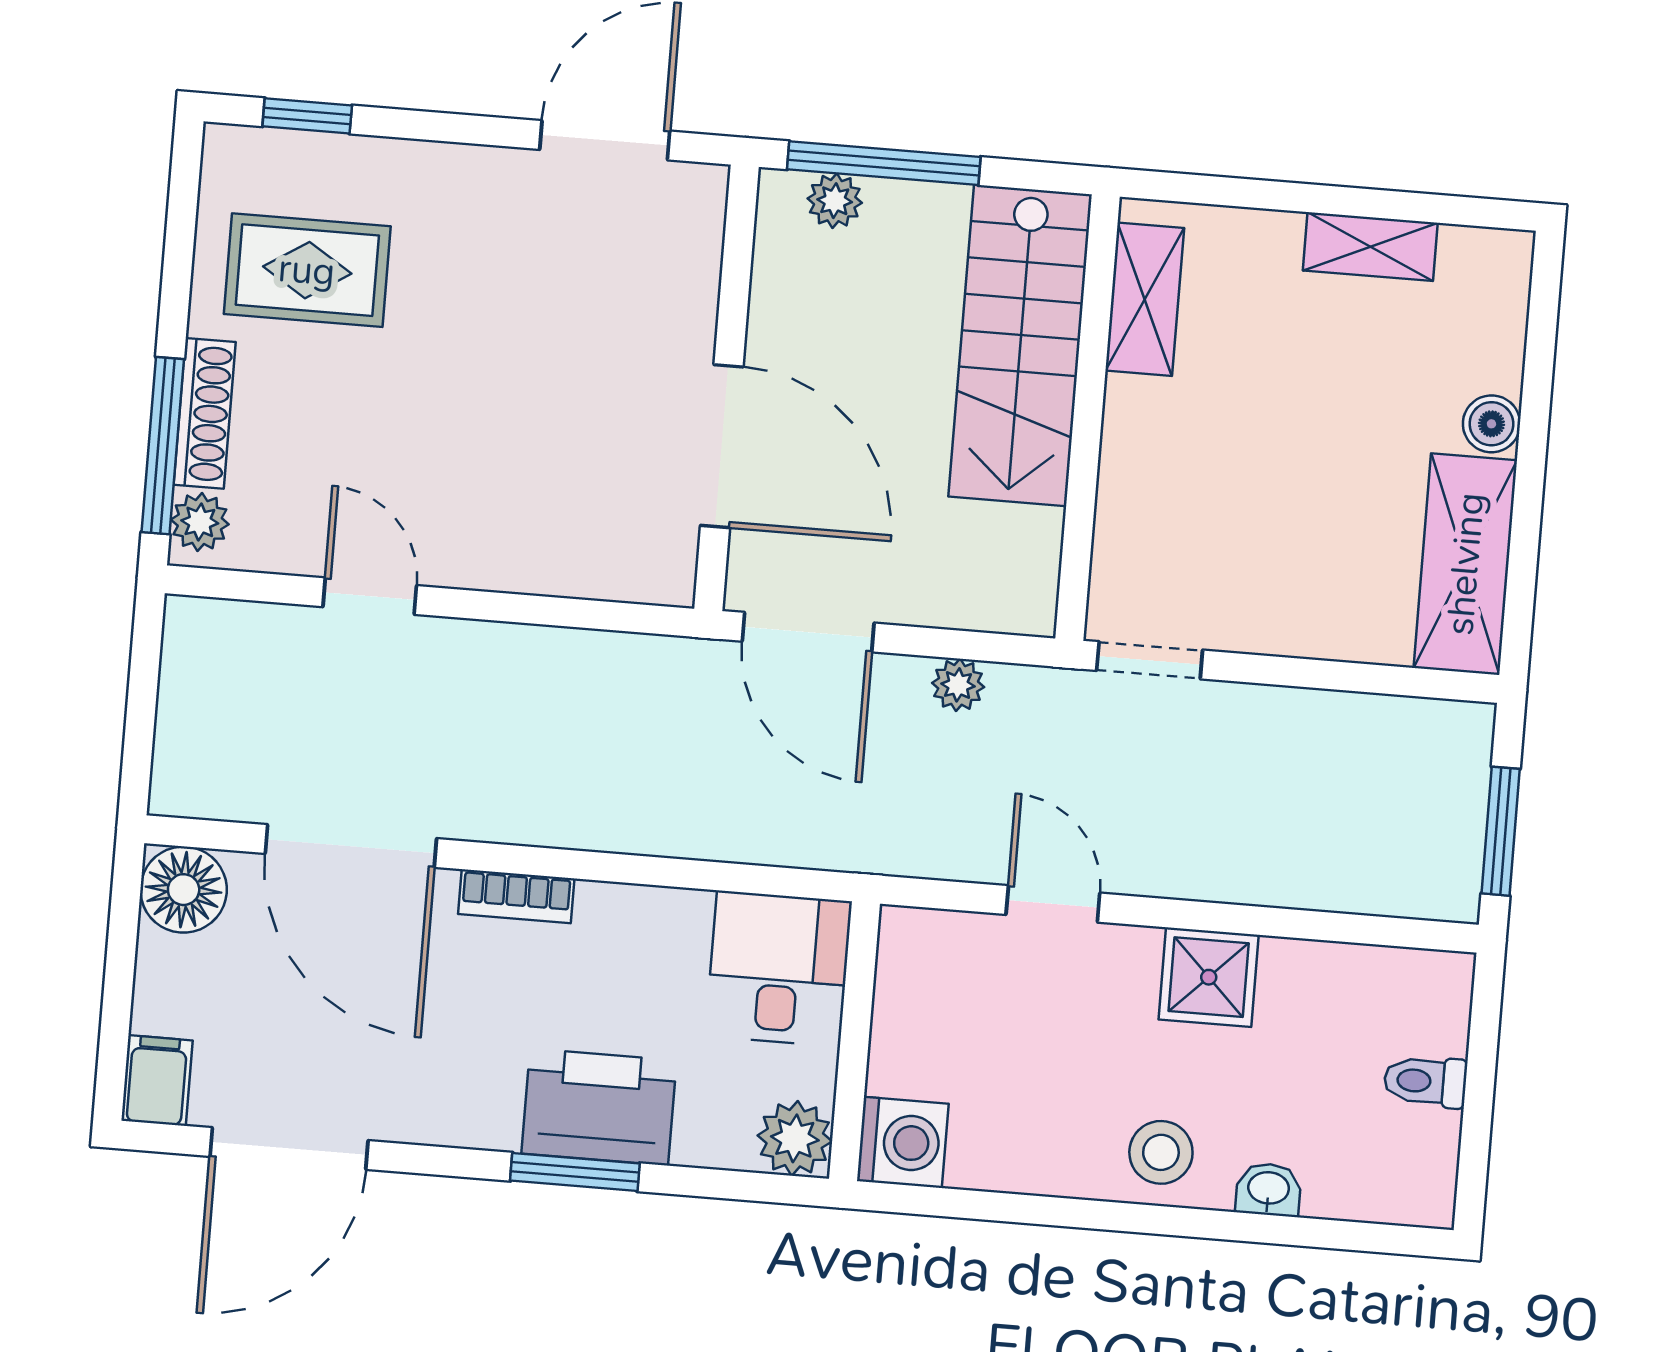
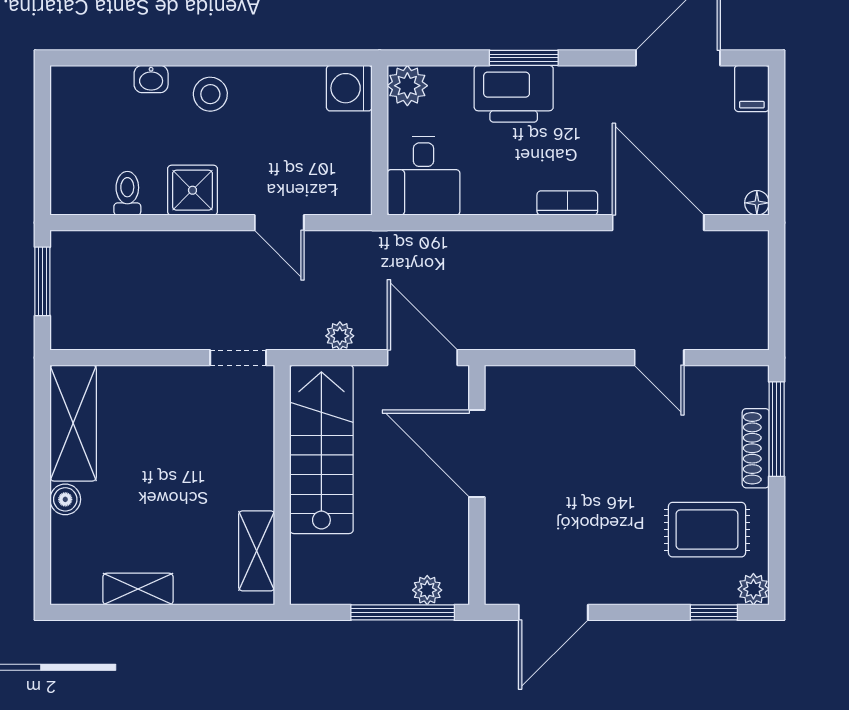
stairs: (1020, 346) -> (321, 449), moved
plant: (200, 522) -> (753, 589), moved
floor lamp: (184, 890) -> (757, 203), width x0.53, depth x0.53
toilet: (1425, 1081) -> (127, 193), moved, turned -90

